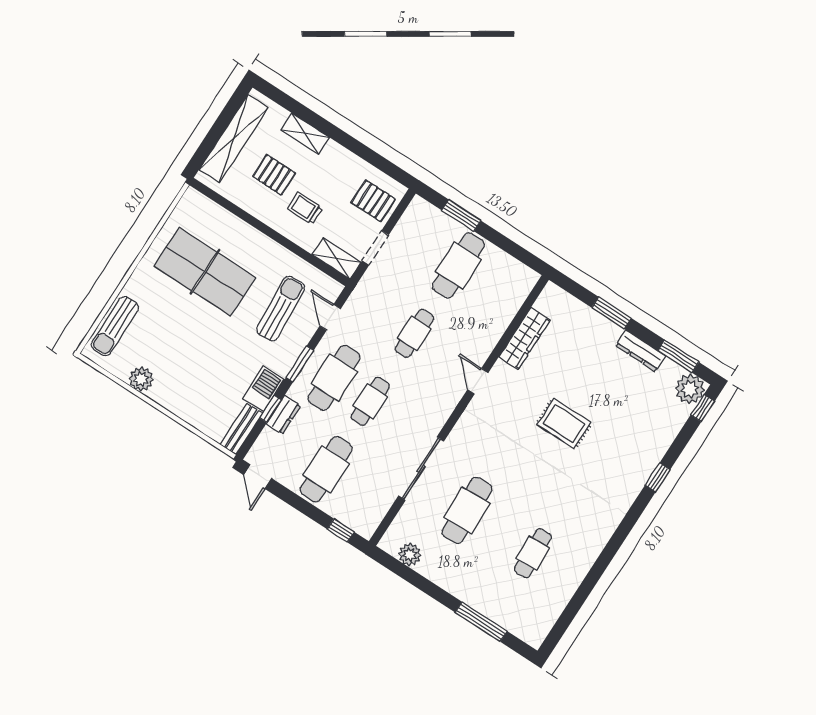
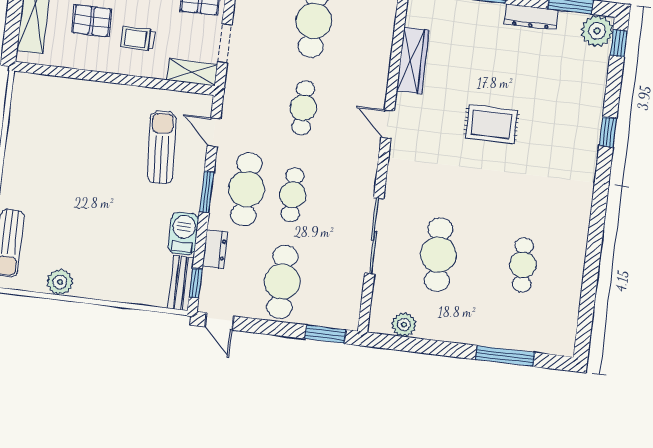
table tennis table: (205, 272) -> (71, 148), removed
window: (271, 409) -> (196, 283), moved
window: (341, 531) -> (325, 334), width x1.50

